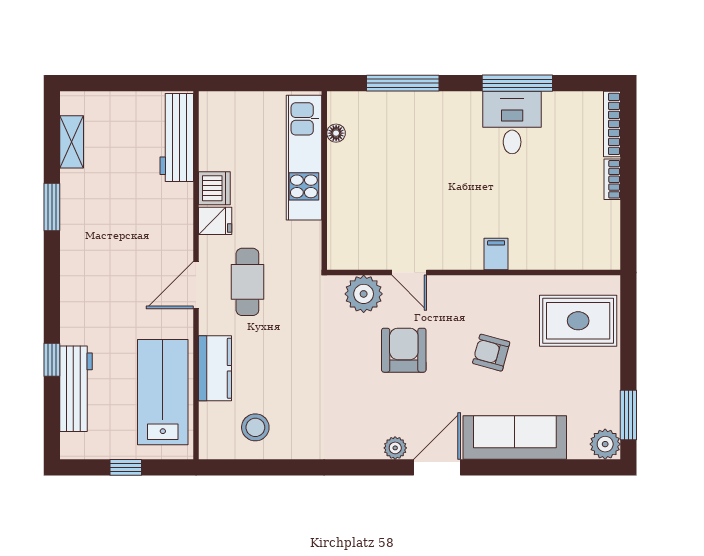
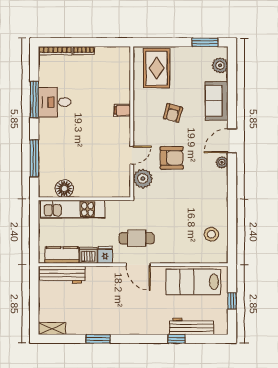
floor lamp: (336, 133) -> (64, 189), width x1.89, depth x1.89
shelving: (72, 142) -> (52, 329), moved
armchair: (404, 350) -> (172, 158), turned 180
kitchen counter: (215, 368) -> (62, 255), moved
sofa: (515, 437) -> (217, 101), width x0.73
plant: (605, 444) -> (220, 65), moved
door: (437, 467) -> (232, 141), hinge flipped

